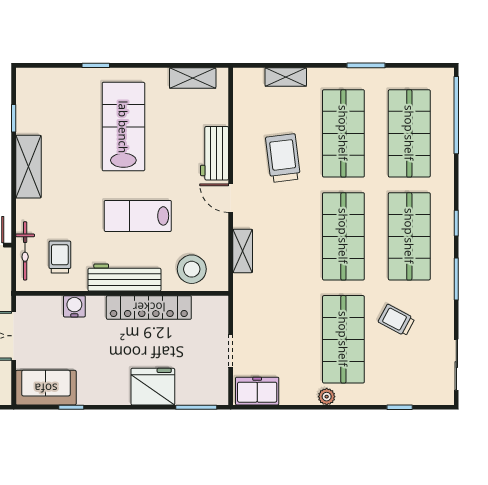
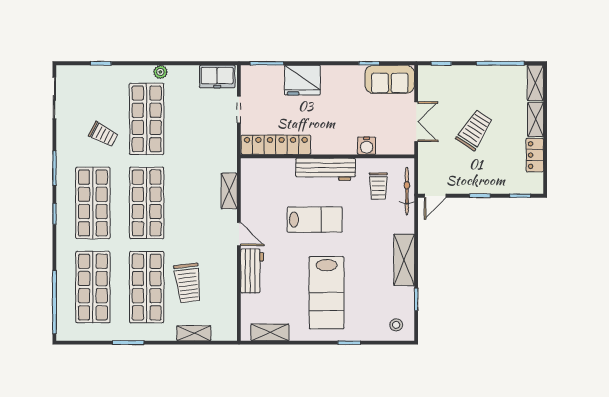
trolley: (283, 158) -> (188, 283), moved
stool: (192, 269) -> (396, 325), moved, width x0.53, depth x0.53
locker: (149, 307) -> (276, 145), moved

